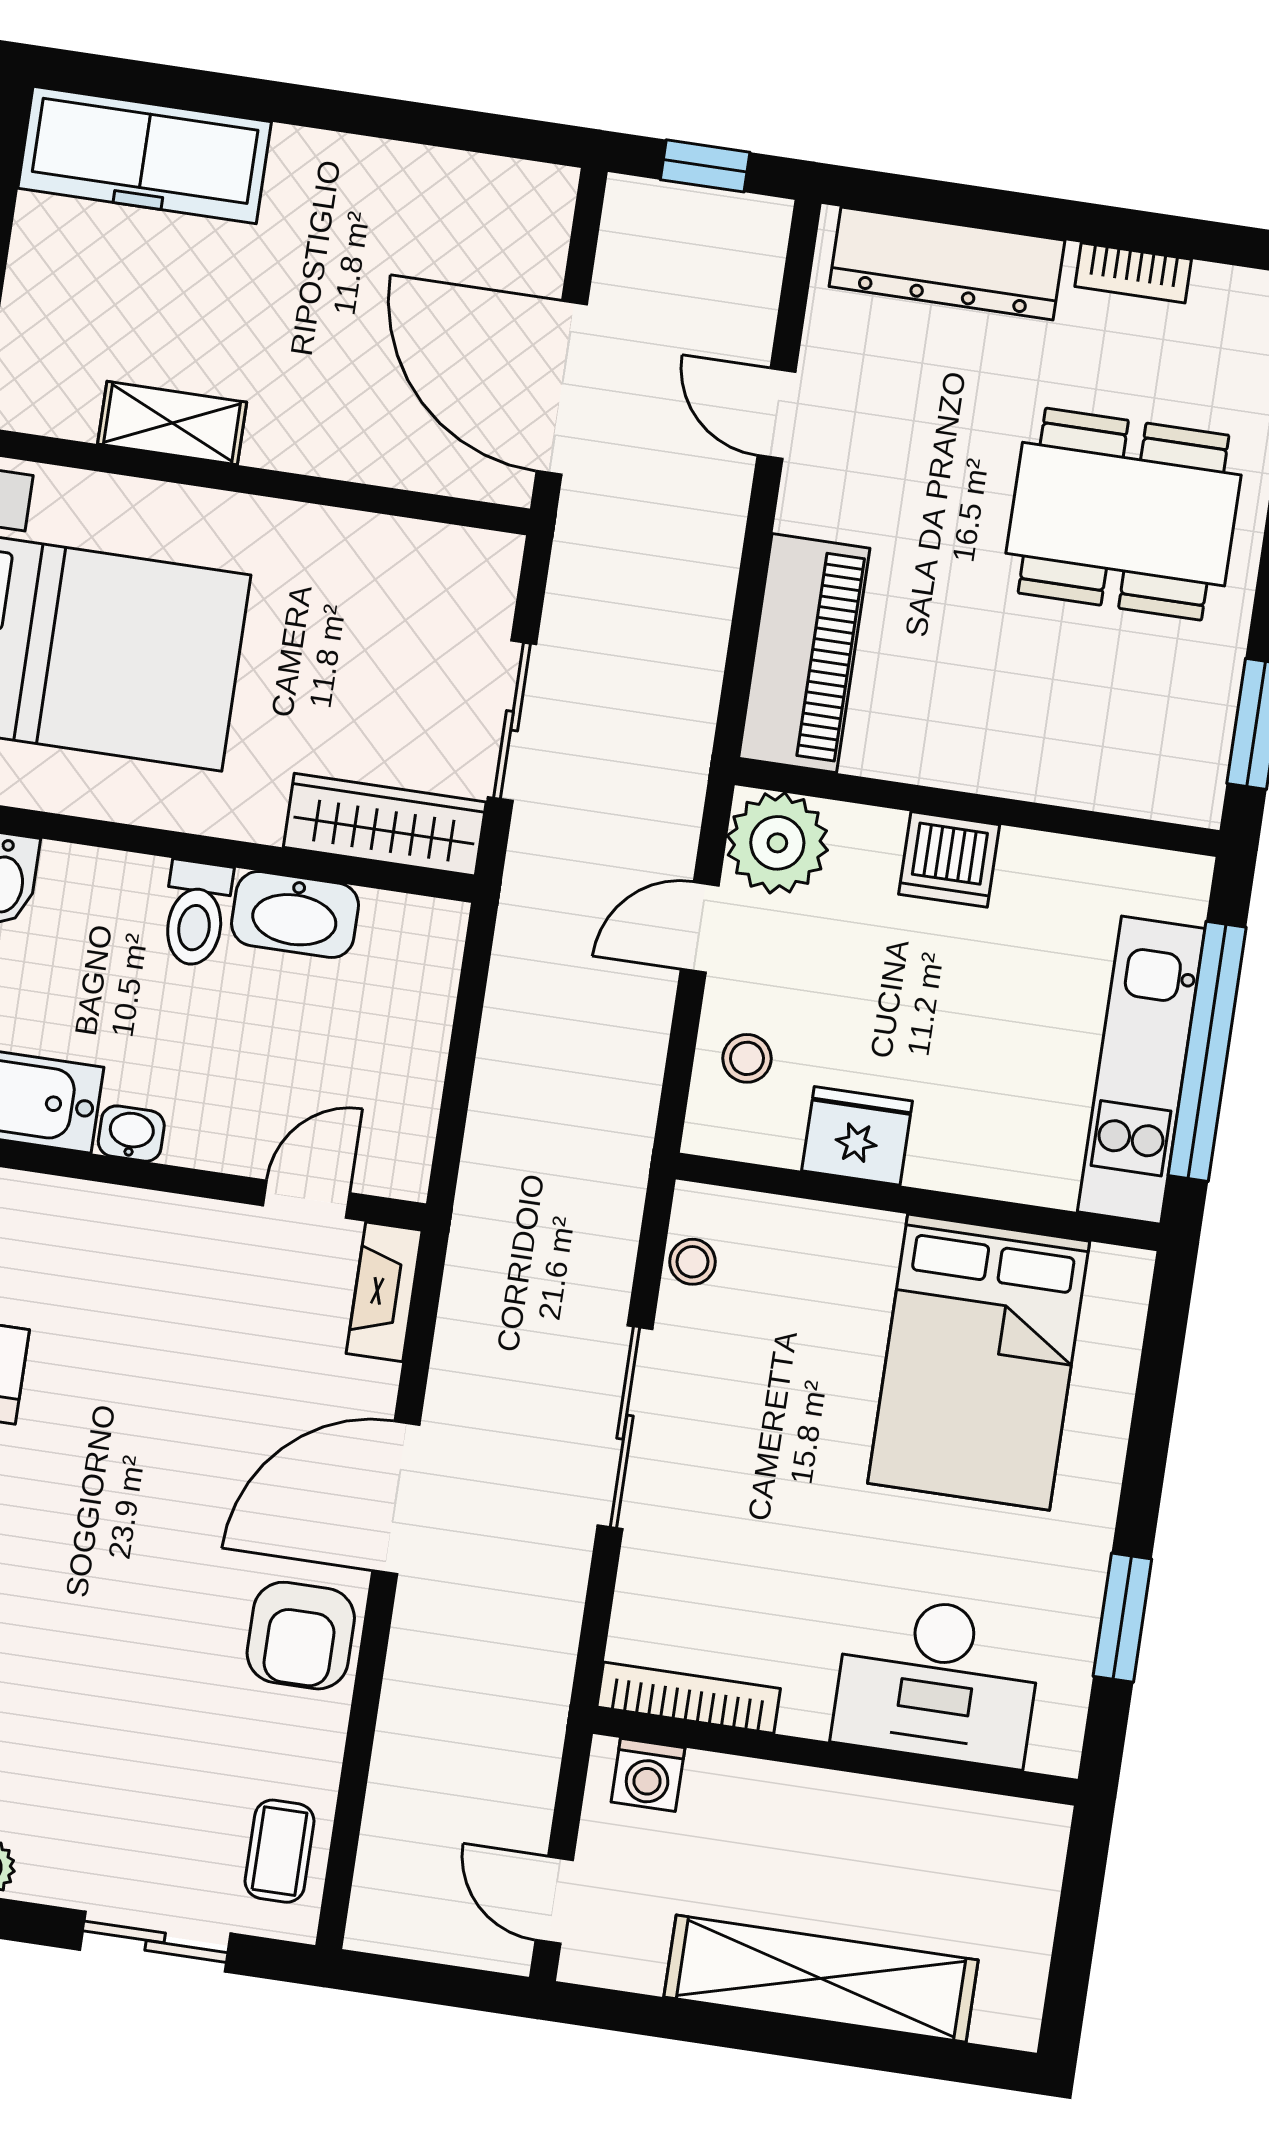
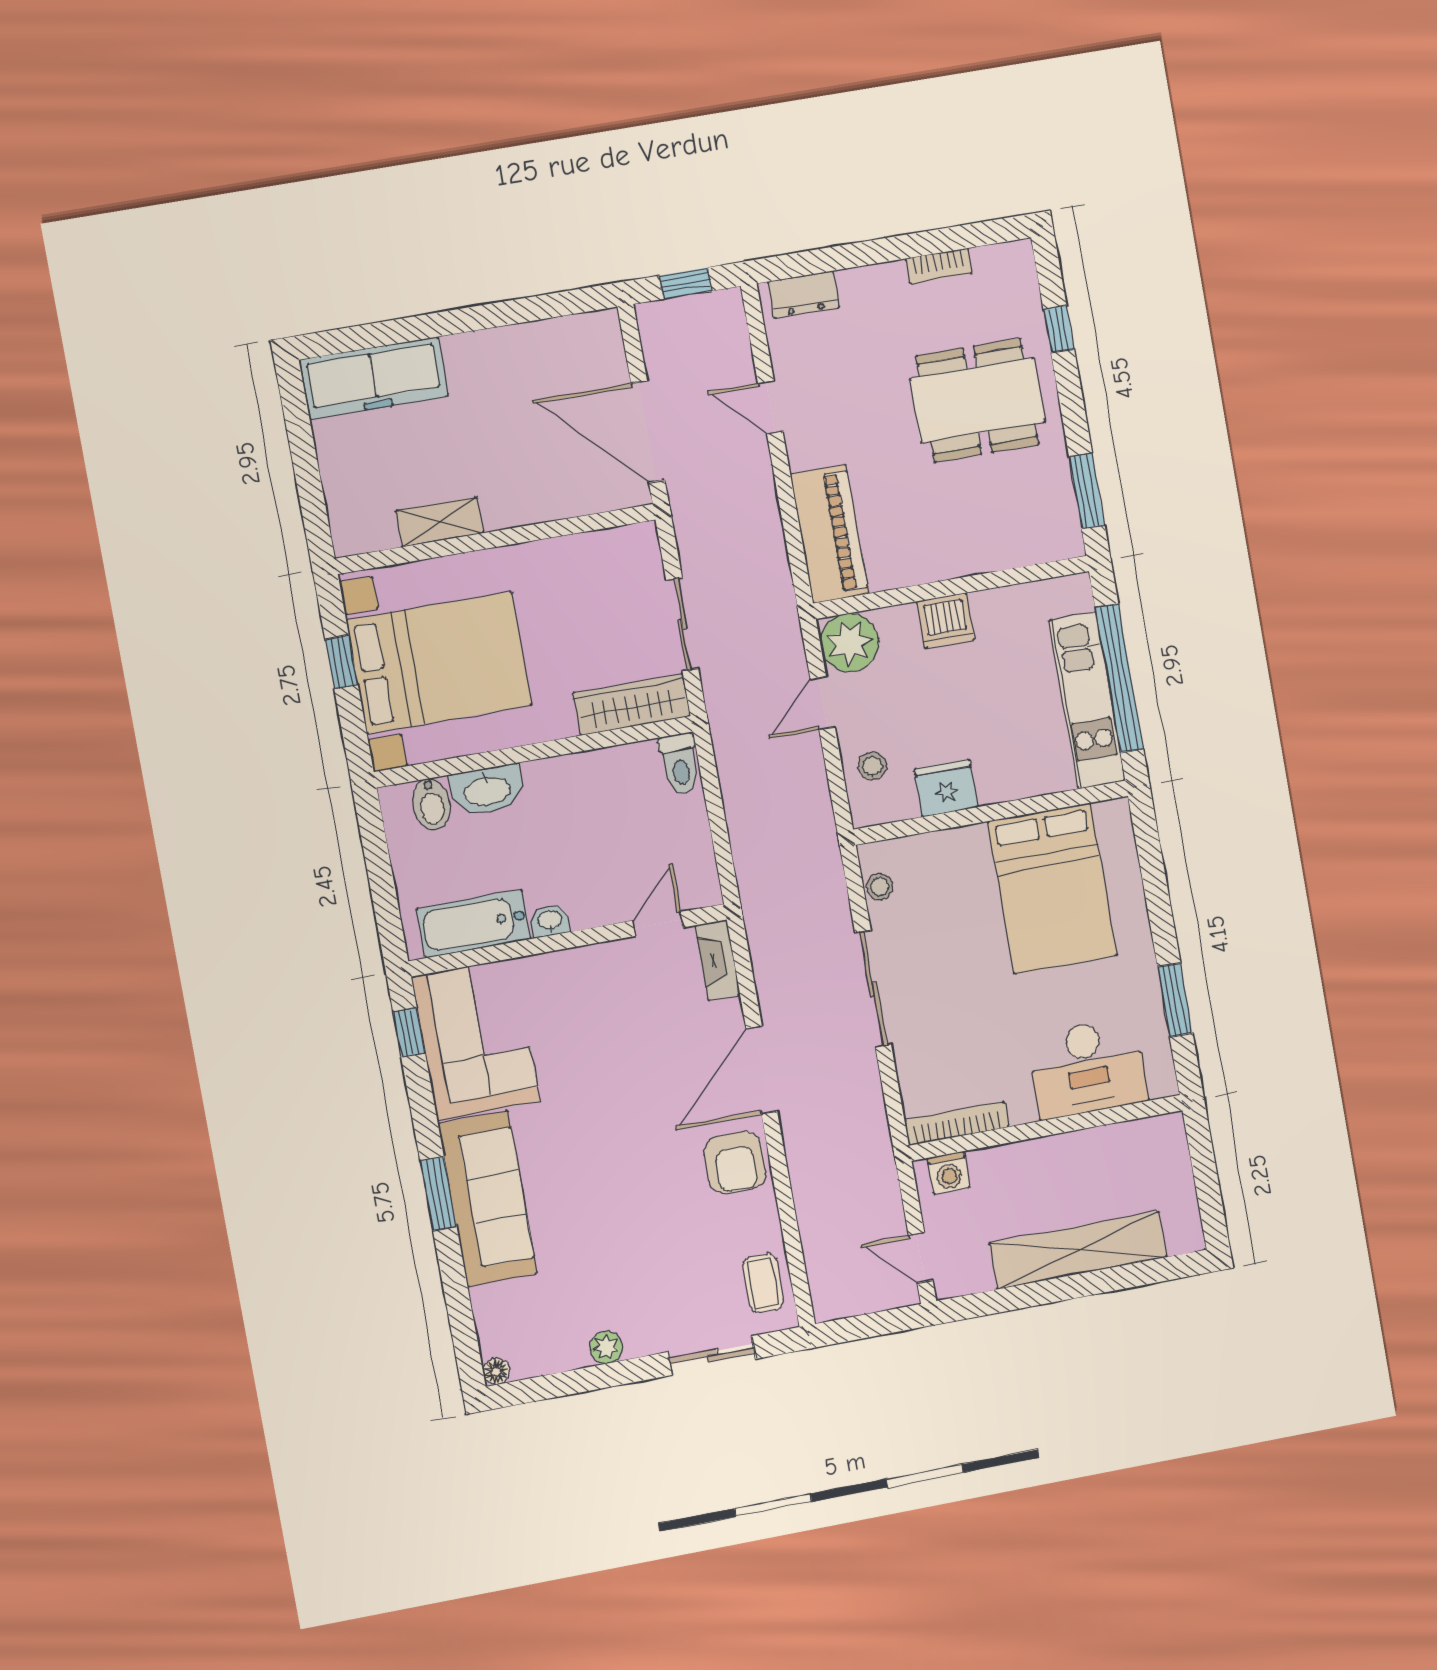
dresser: (947, 263) -> (804, 295), width x0.51, depth x0.80
toilet: (196, 913) -> (680, 764), moved
washbasin: (295, 915) -> (487, 790), moved

